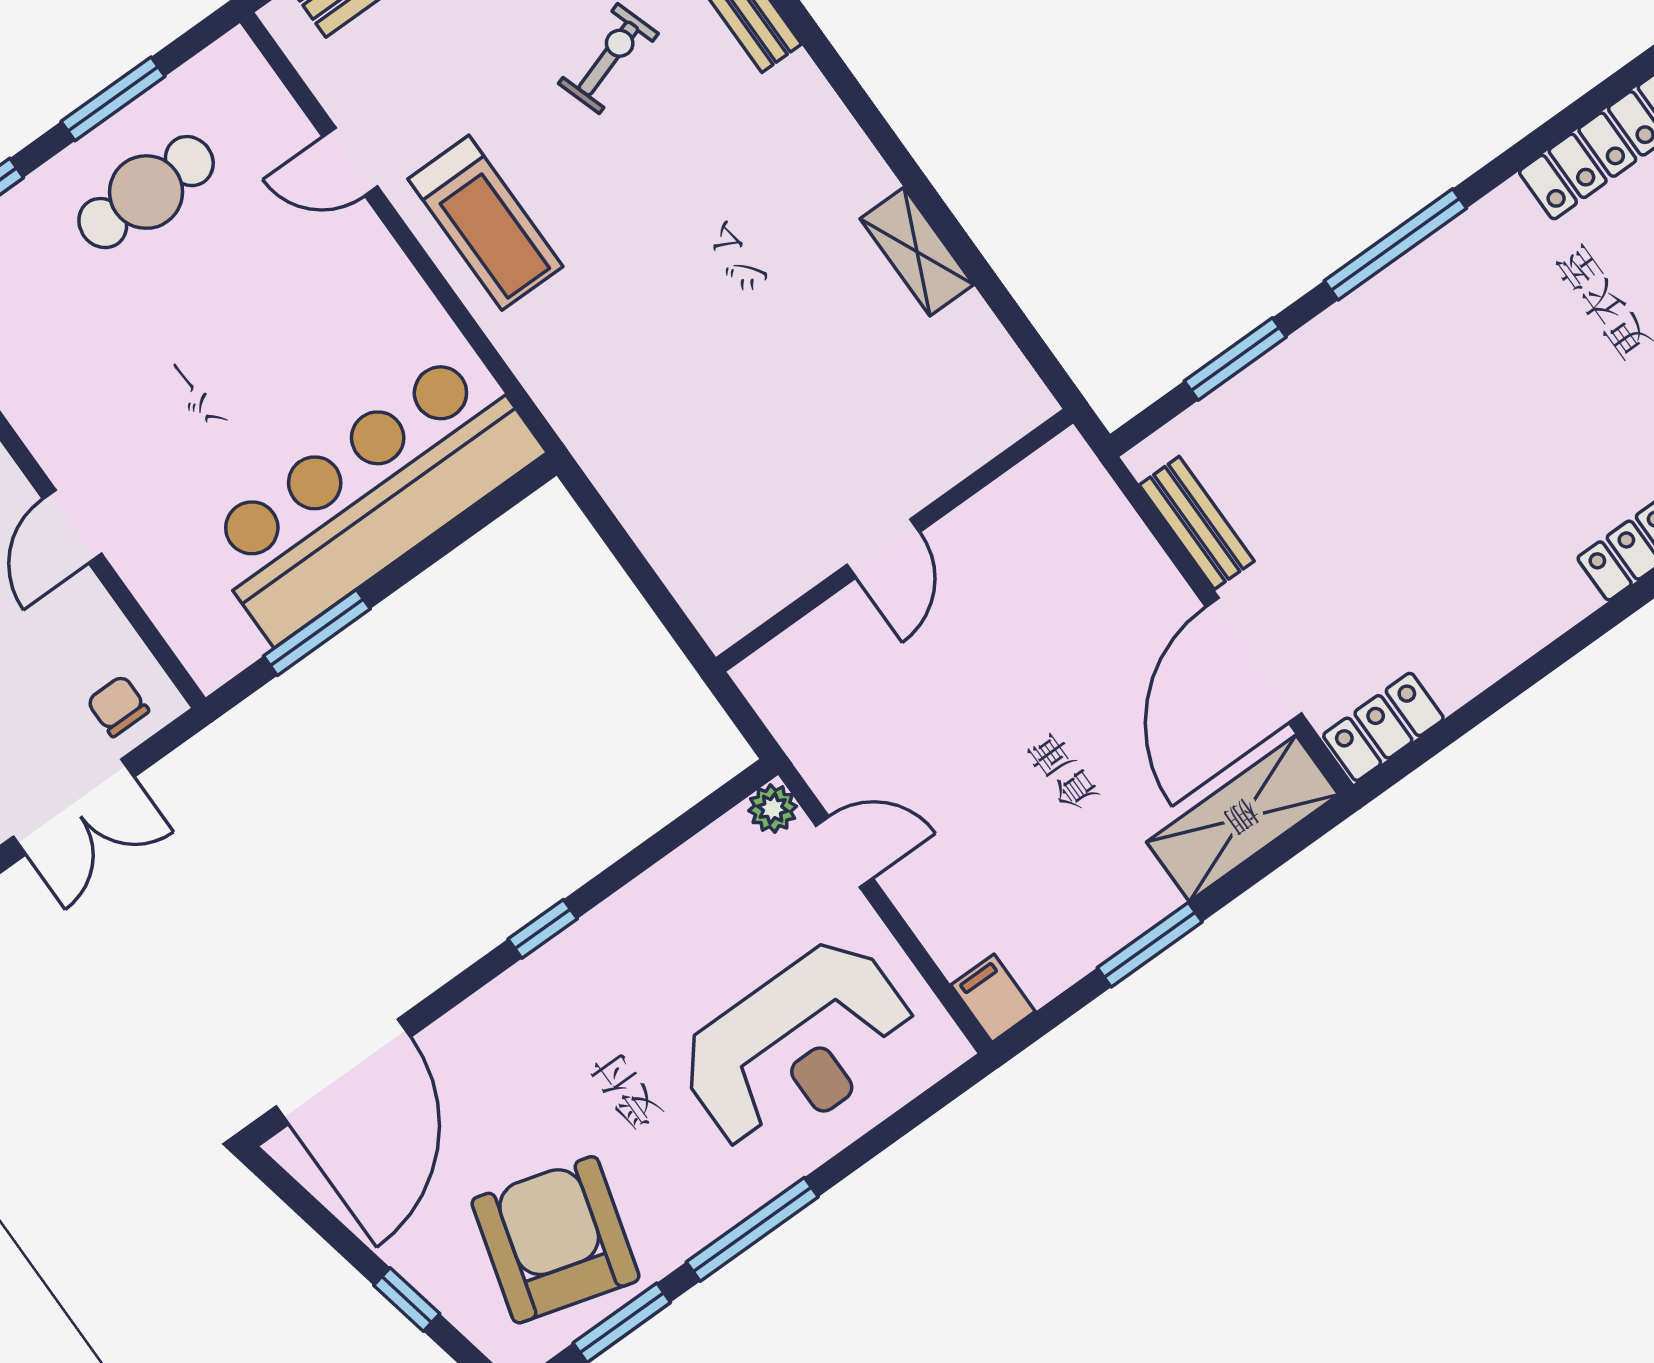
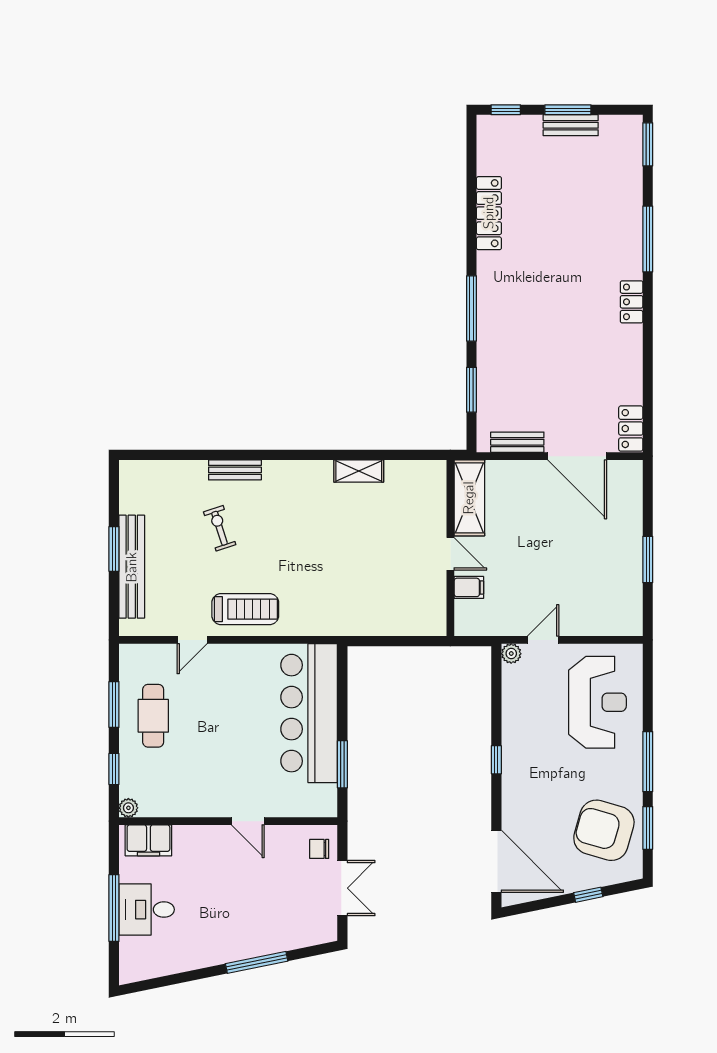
shelving: (1243, 818) -> (469, 498), moved
filing cabinet: (993, 998) -> (469, 587), moved, turned 180

